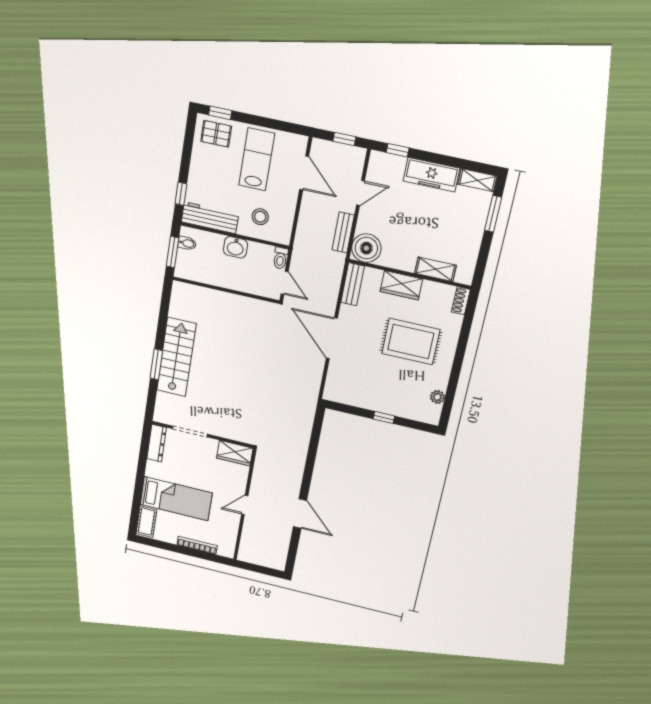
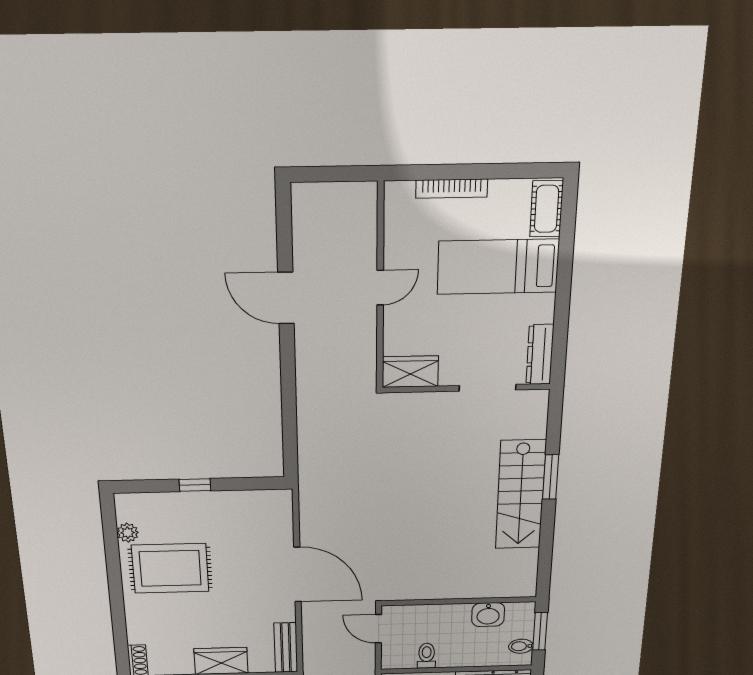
washbasin: (235, 247) -> (488, 615), moved, turned 180
toilet: (280, 258) -> (427, 656), moved
rug: (411, 342) -> (170, 568), moved

